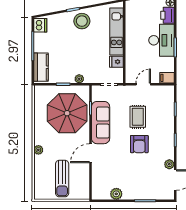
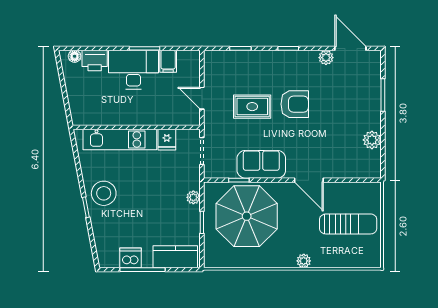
dishwasher: (40, 25) -> (130, 258), moved
filing cabinet: (167, 78) -> (168, 61), moved
sofa: (101, 123) -> (261, 164), width x0.73

